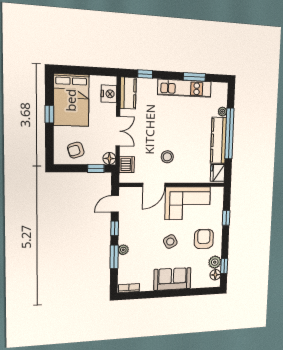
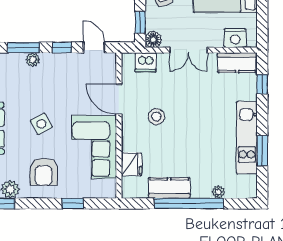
kitchen counter: (219, 140) -> (169, 188), width x0.67
fridge: (218, 173) -> (132, 164), moved, turned 90
armchair: (204, 239) -> (44, 172), turned 90

